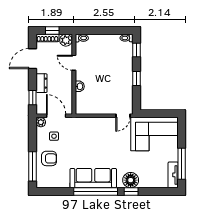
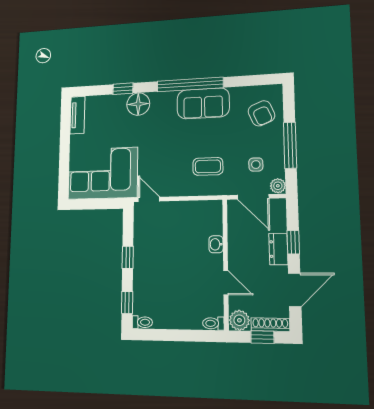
window: (33, 98) -> (293, 242), moved
door: (123, 116) -> (149, 199), hinge flipped
coffee table: (84, 136) -> (208, 166), added
armchair: (49, 158) -> (261, 113), moved, turned -112
window: (182, 164) -> (65, 132), removed
window: (33, 166) -> (290, 145), moved
sofa: (93, 178) -> (203, 103), width x0.73
window: (131, 191) -> (123, 89), moved

